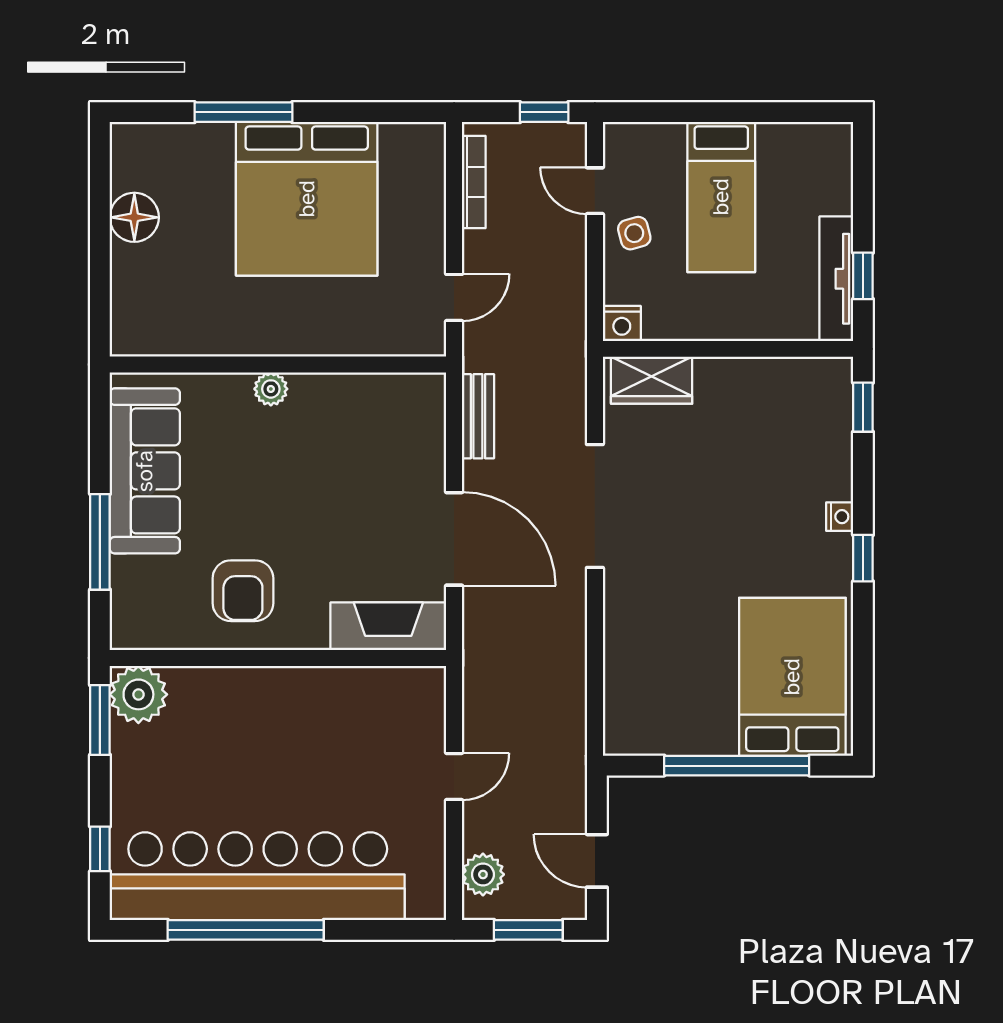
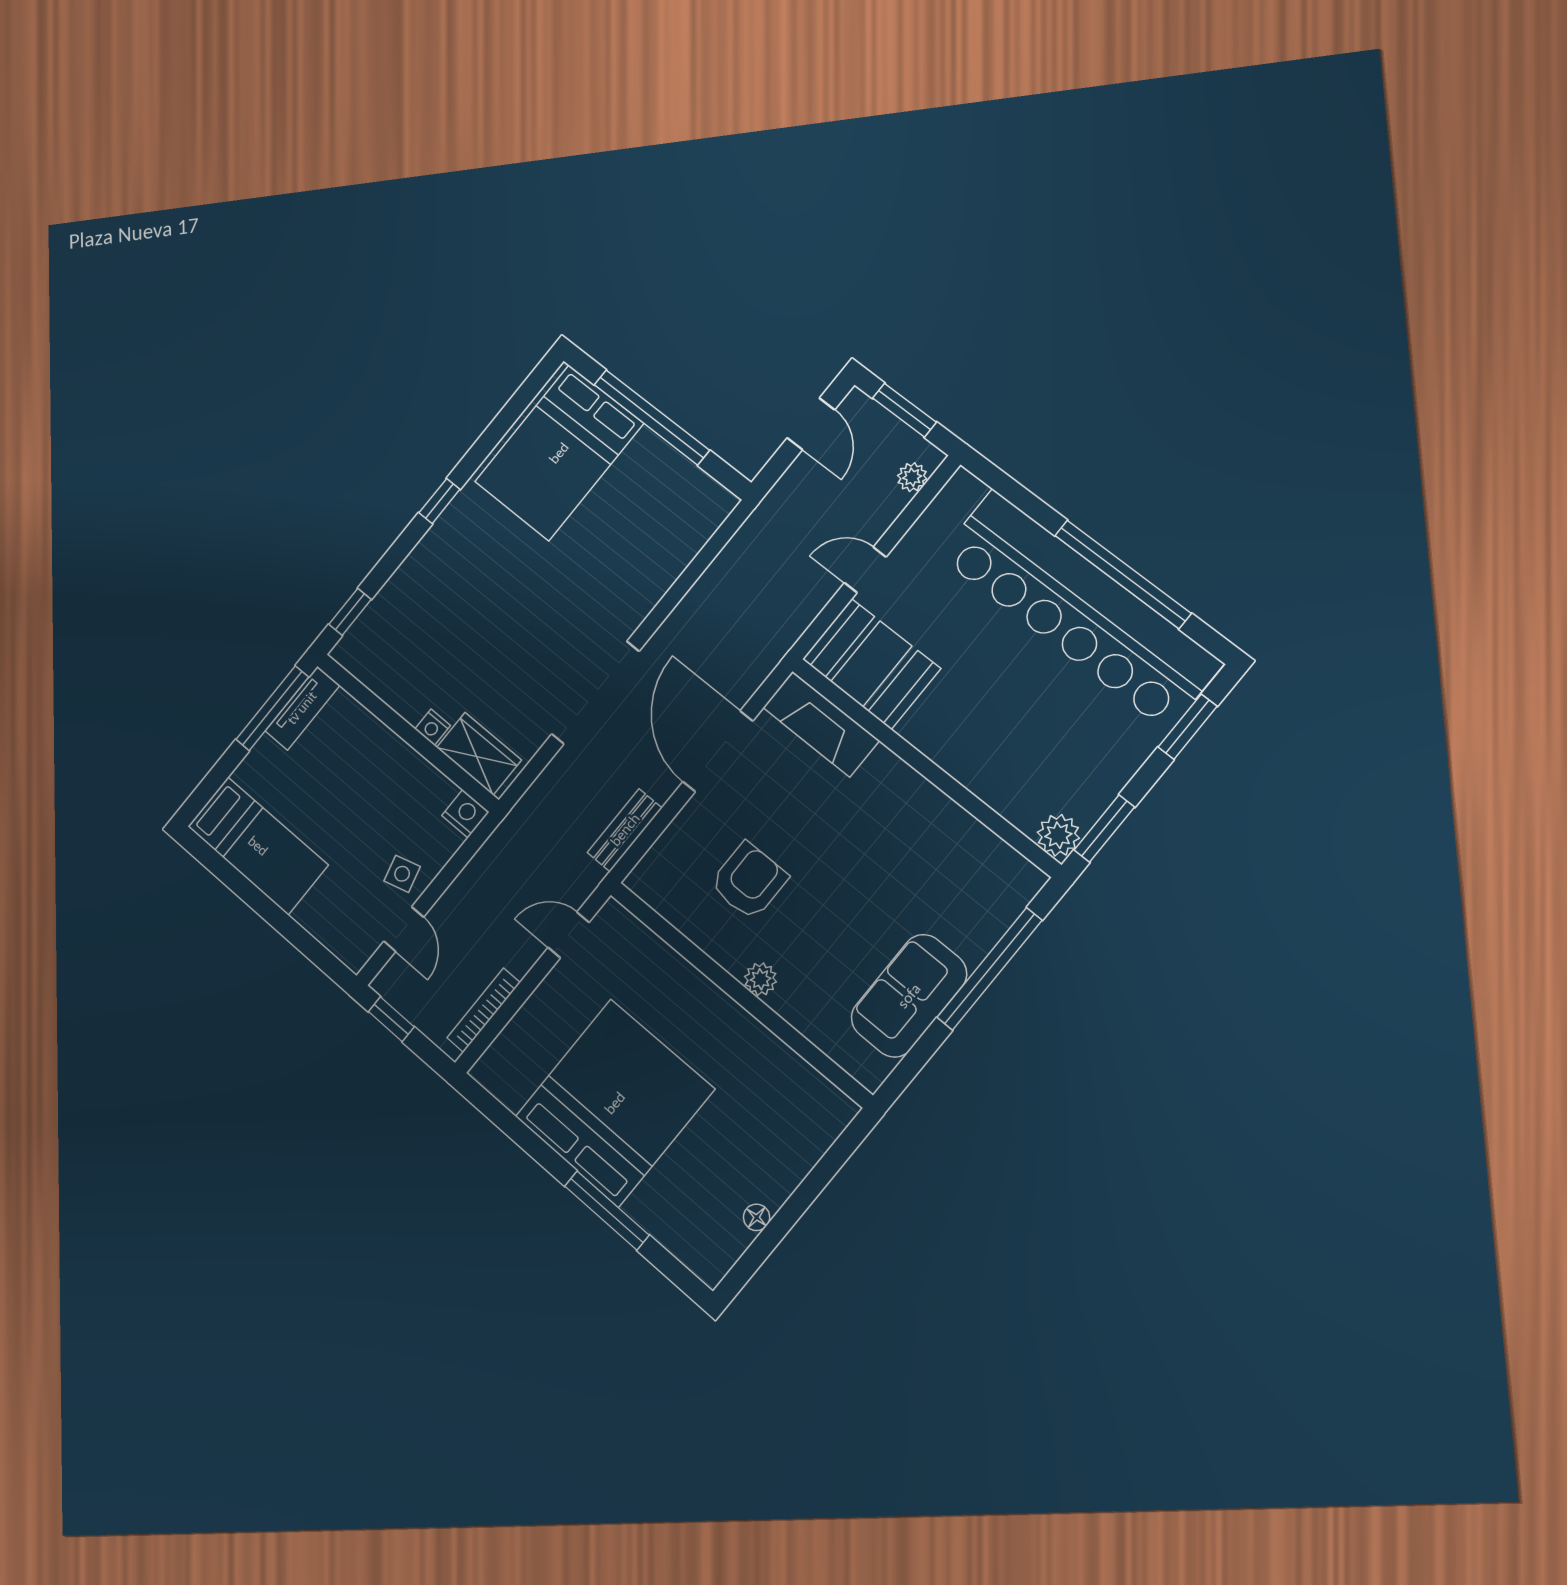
bed: (721, 197) -> (258, 846), moved, turned 90
floor lamp: (134, 217) -> (757, 1217), width x0.53, depth x0.53
window: (863, 276) -> (272, 708), width x2.17
tv unit: (836, 279) -> (302, 708), width x0.71
sofa: (145, 471) -> (909, 996), width x0.73
nightstand: (840, 517) -> (433, 727), moved, turned -90
window: (100, 542) -> (990, 969), width x1.46
armchair: (243, 591) -> (749, 881), moved
plant: (138, 694) -> (1058, 835), width x0.73, depth x0.73
booth: (387, 705) -> (871, 664), added
window: (100, 849) -> (1188, 727), width x1.50
plant: (483, 874) -> (912, 477), width x0.73, depth x0.73

